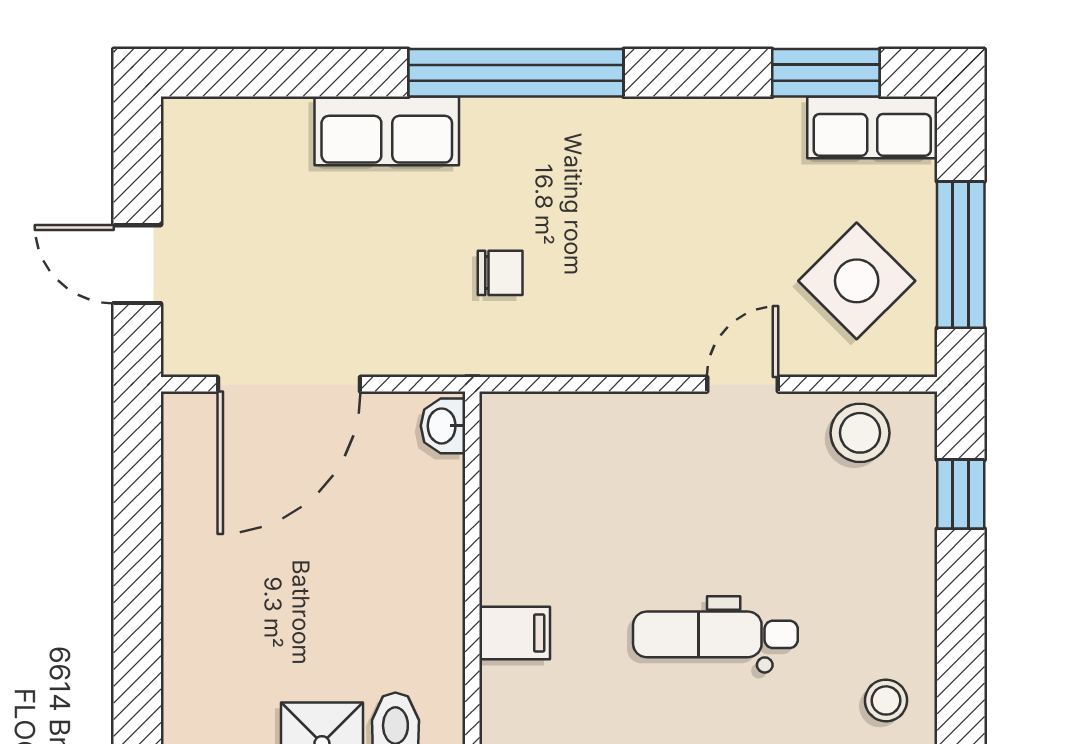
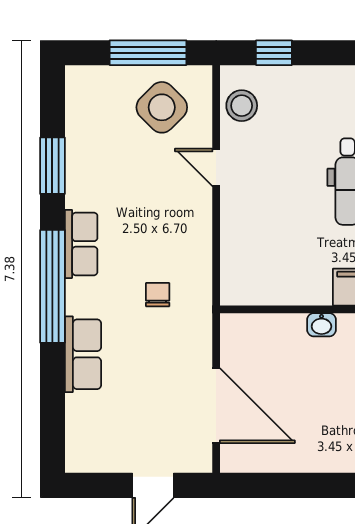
window: (826, 73) -> (52, 166), moved
row of seats: (872, 127) -> (81, 244), moved
washbasin: (443, 426) -> (321, 325), moved

